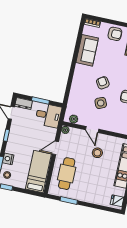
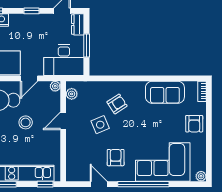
armchair: (103, 83) -> (117, 104), moved
desk: (48, 115) -> (64, 60), width x1.37
door: (55, 148) -> (29, 78), swing flipped
stool: (97, 153) -> (26, 122), moved

